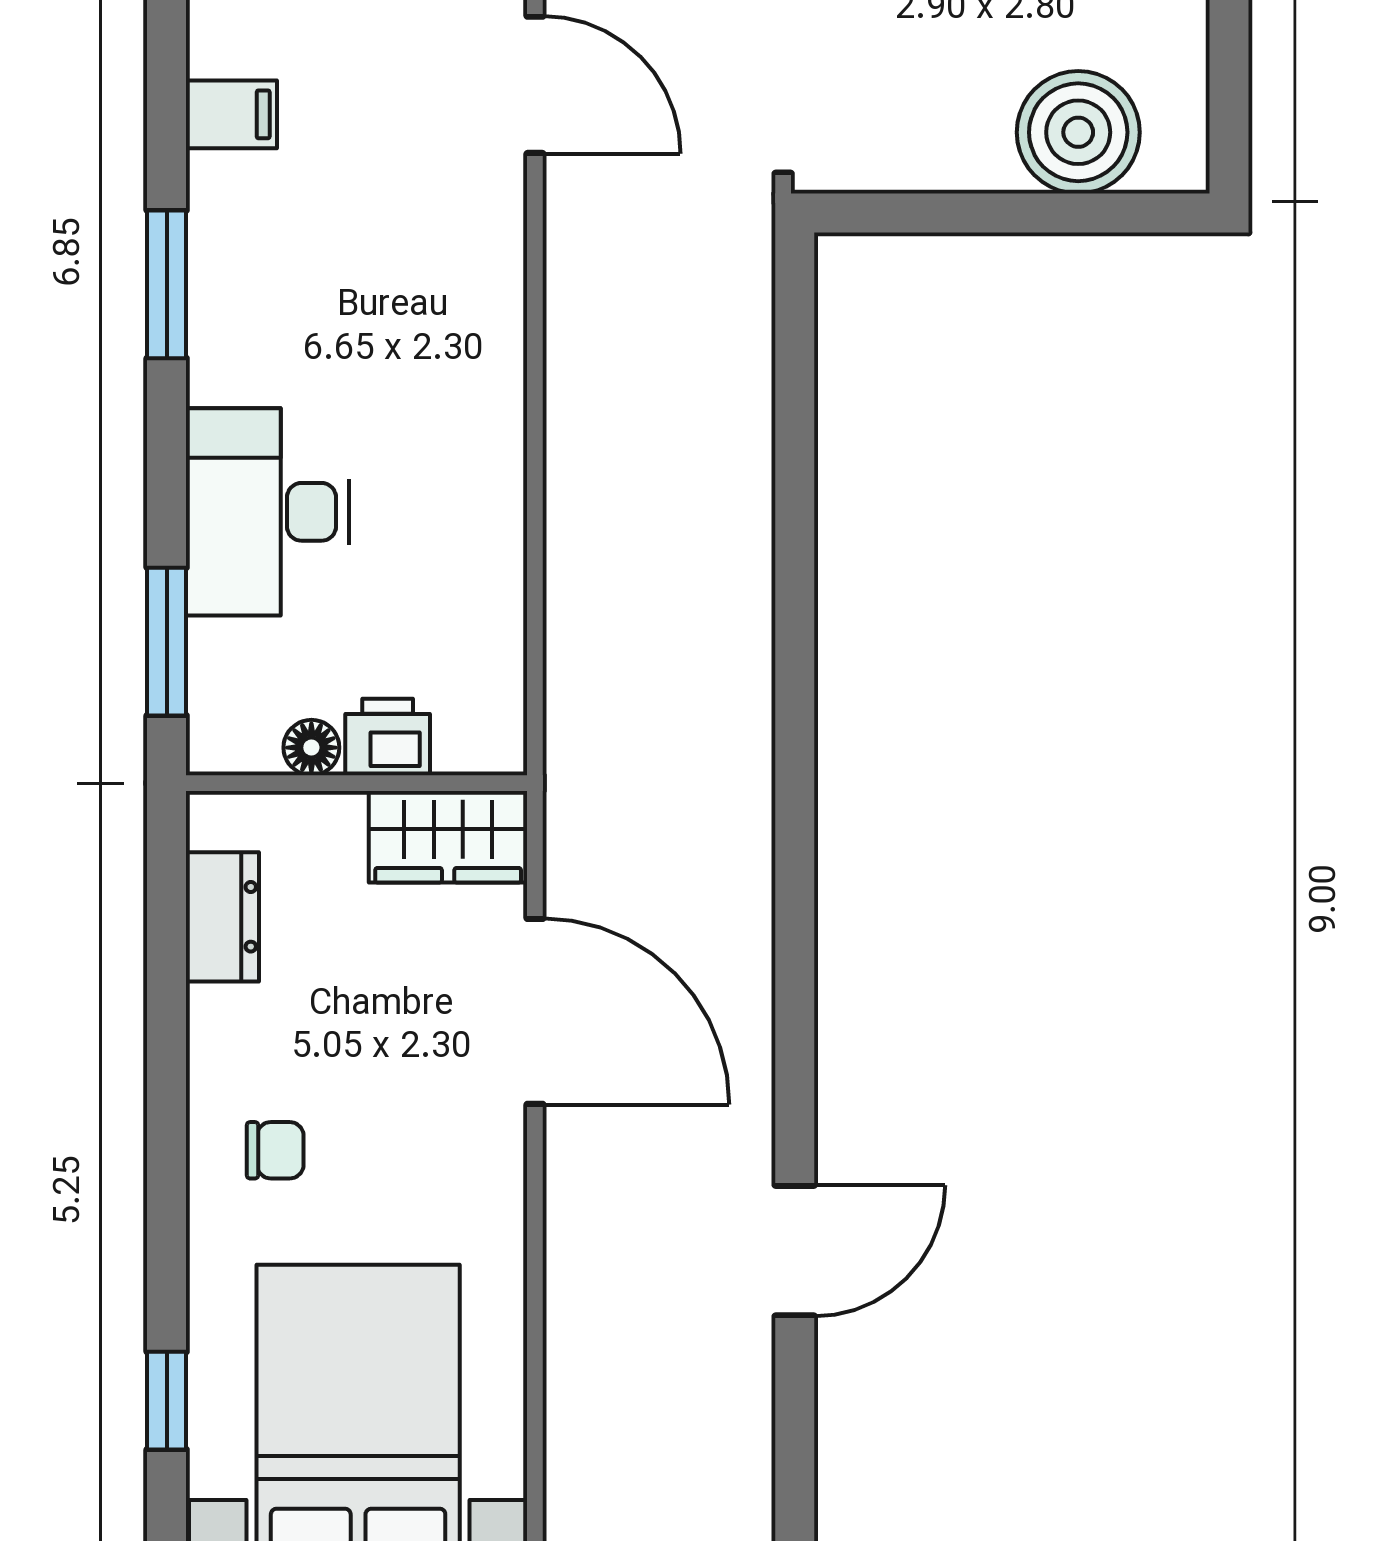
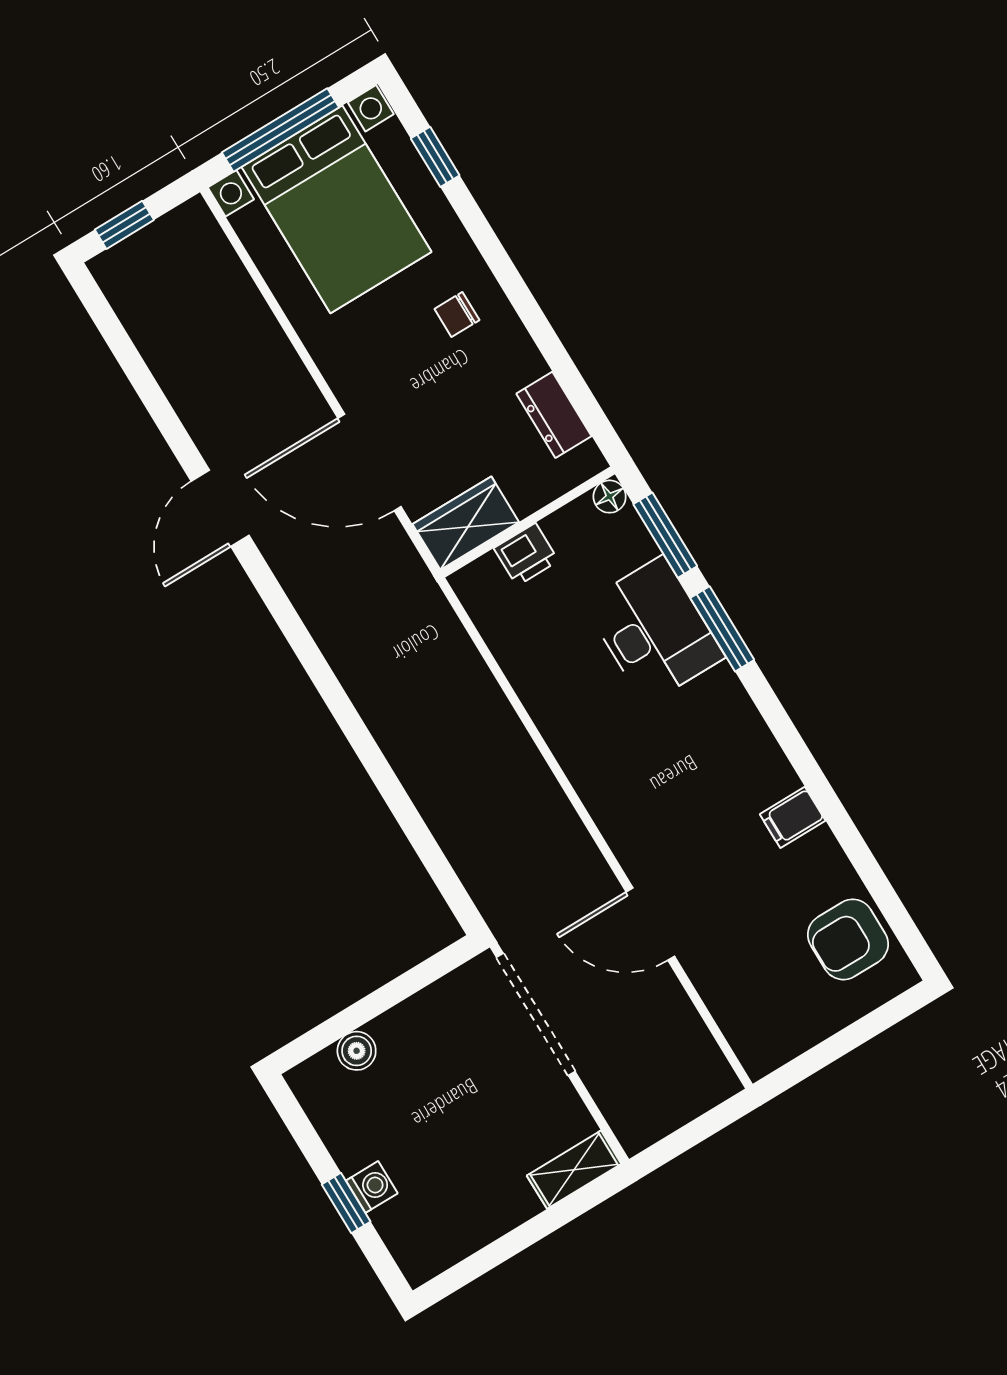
boiler: (1078, 132) -> (357, 1051), width x0.54, depth x0.54
window: (167, 284) -> (722, 629), moved
floor lamp: (311, 748) -> (610, 497), moved
door: (795, 1251) -> (220, 508), moved

